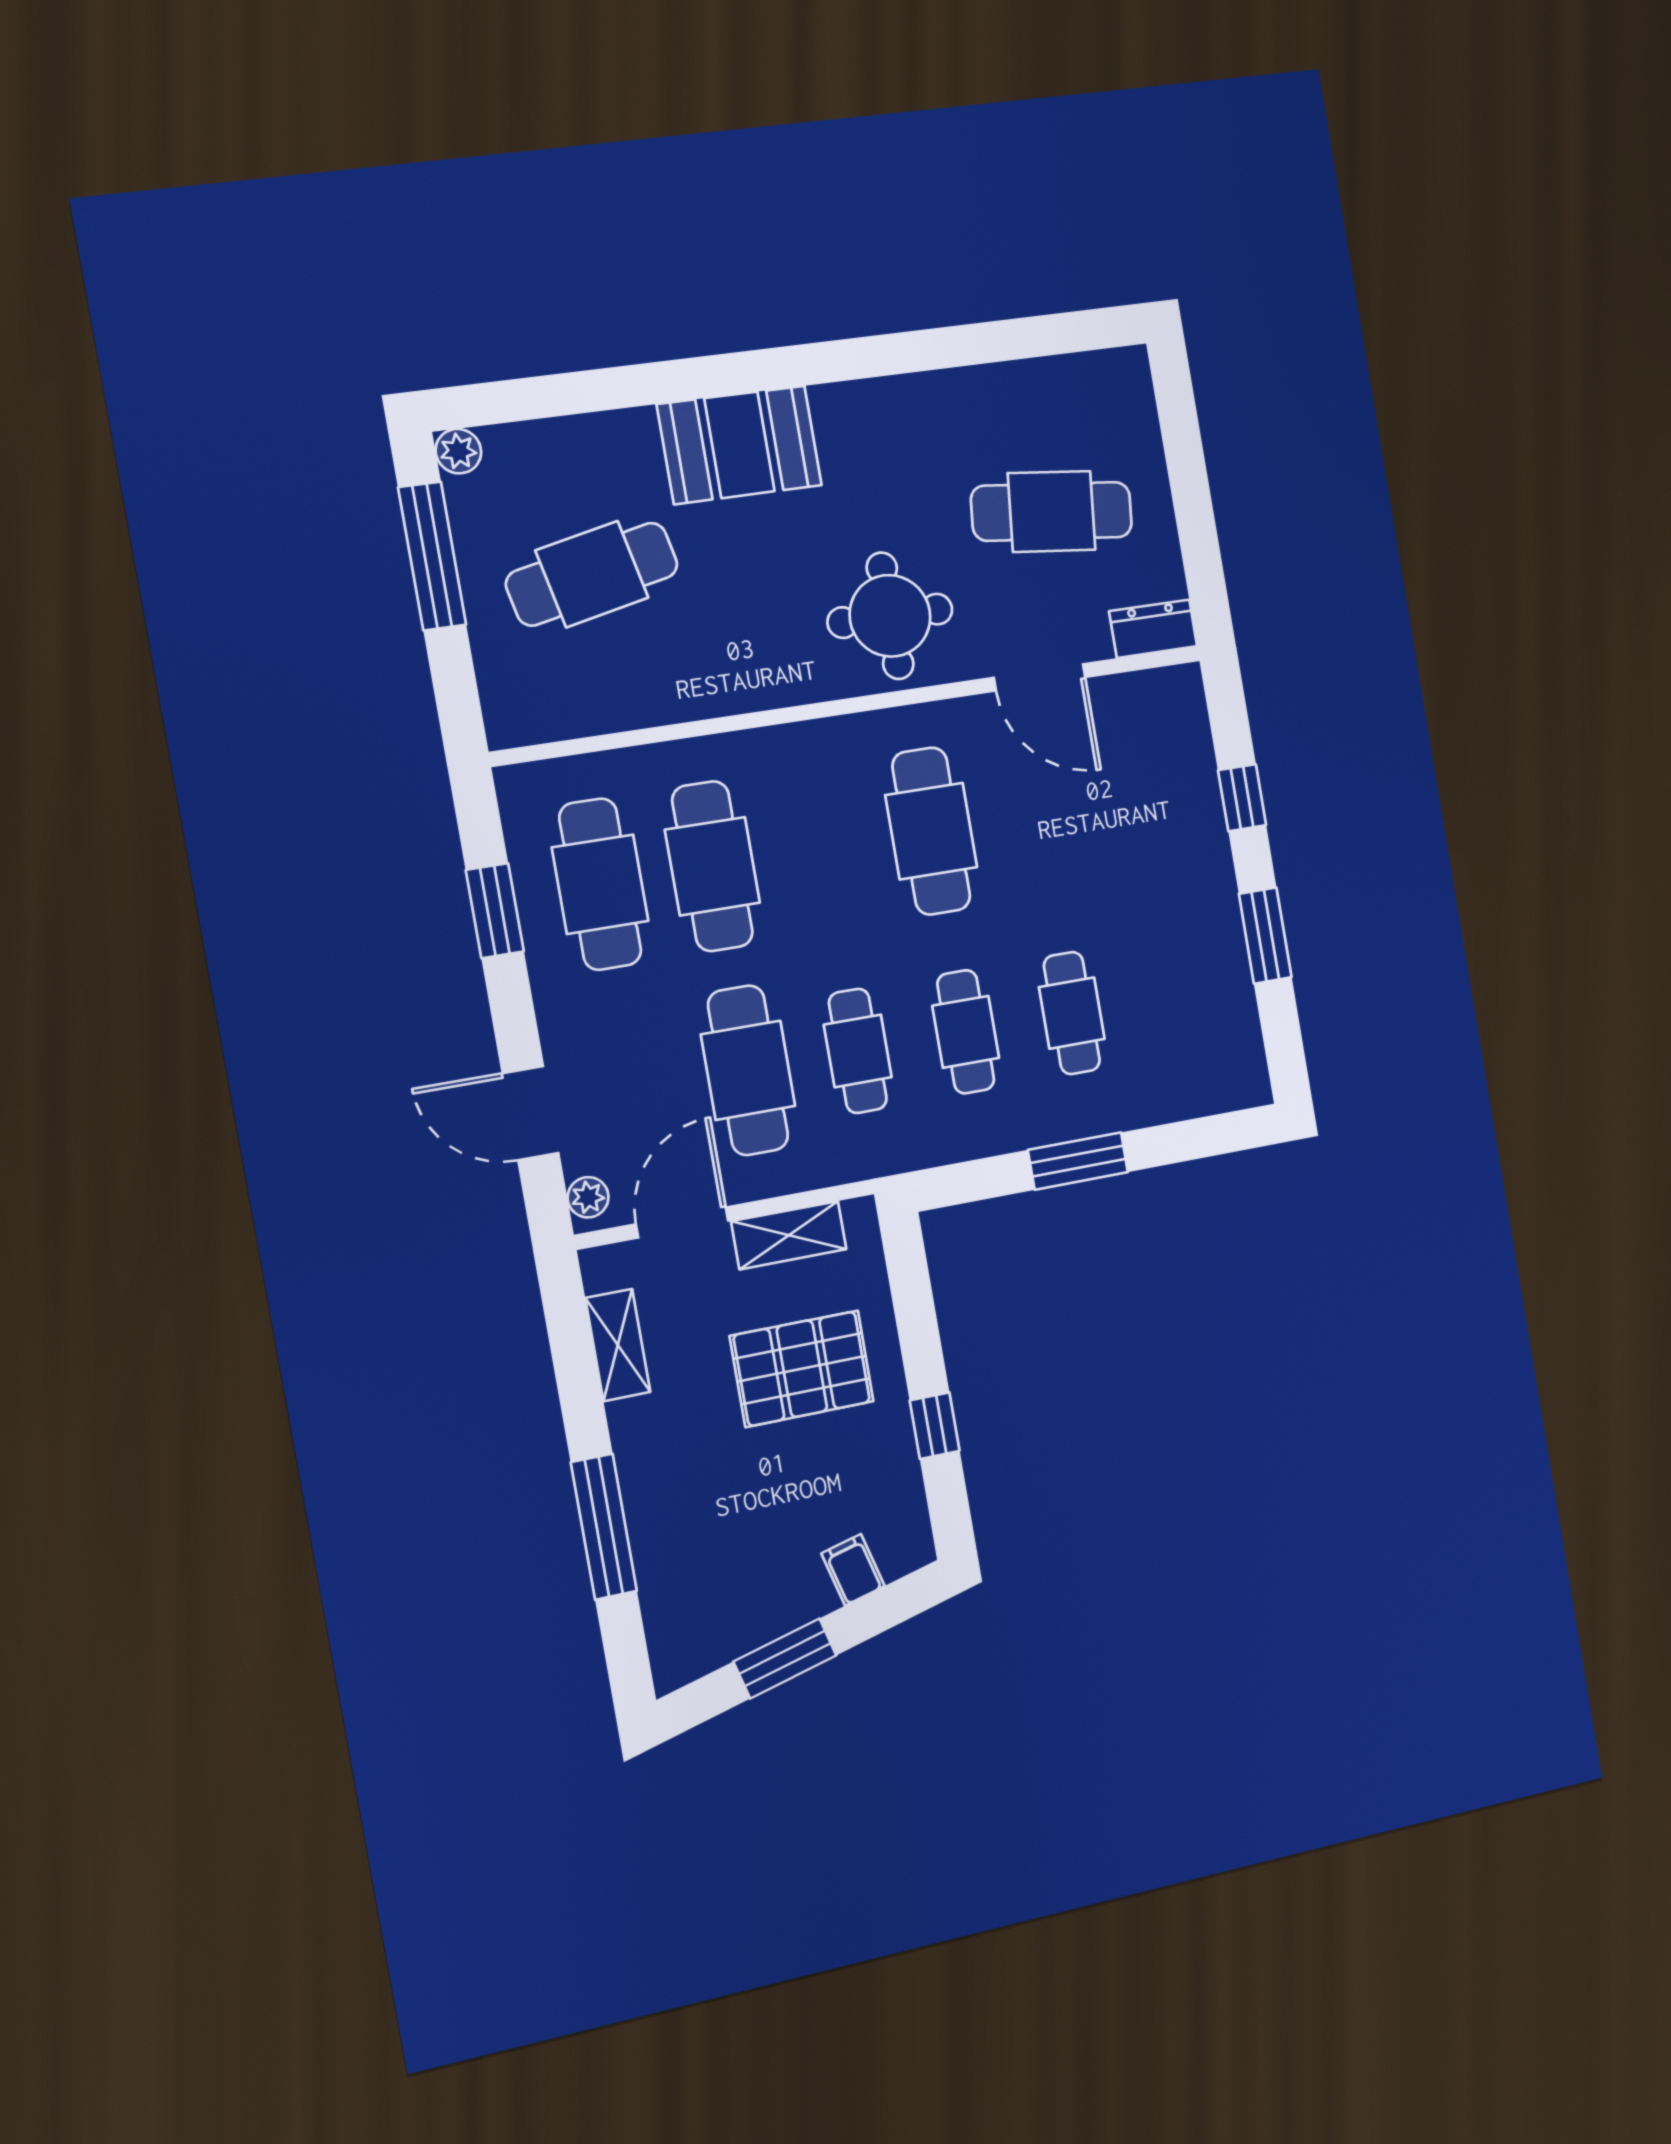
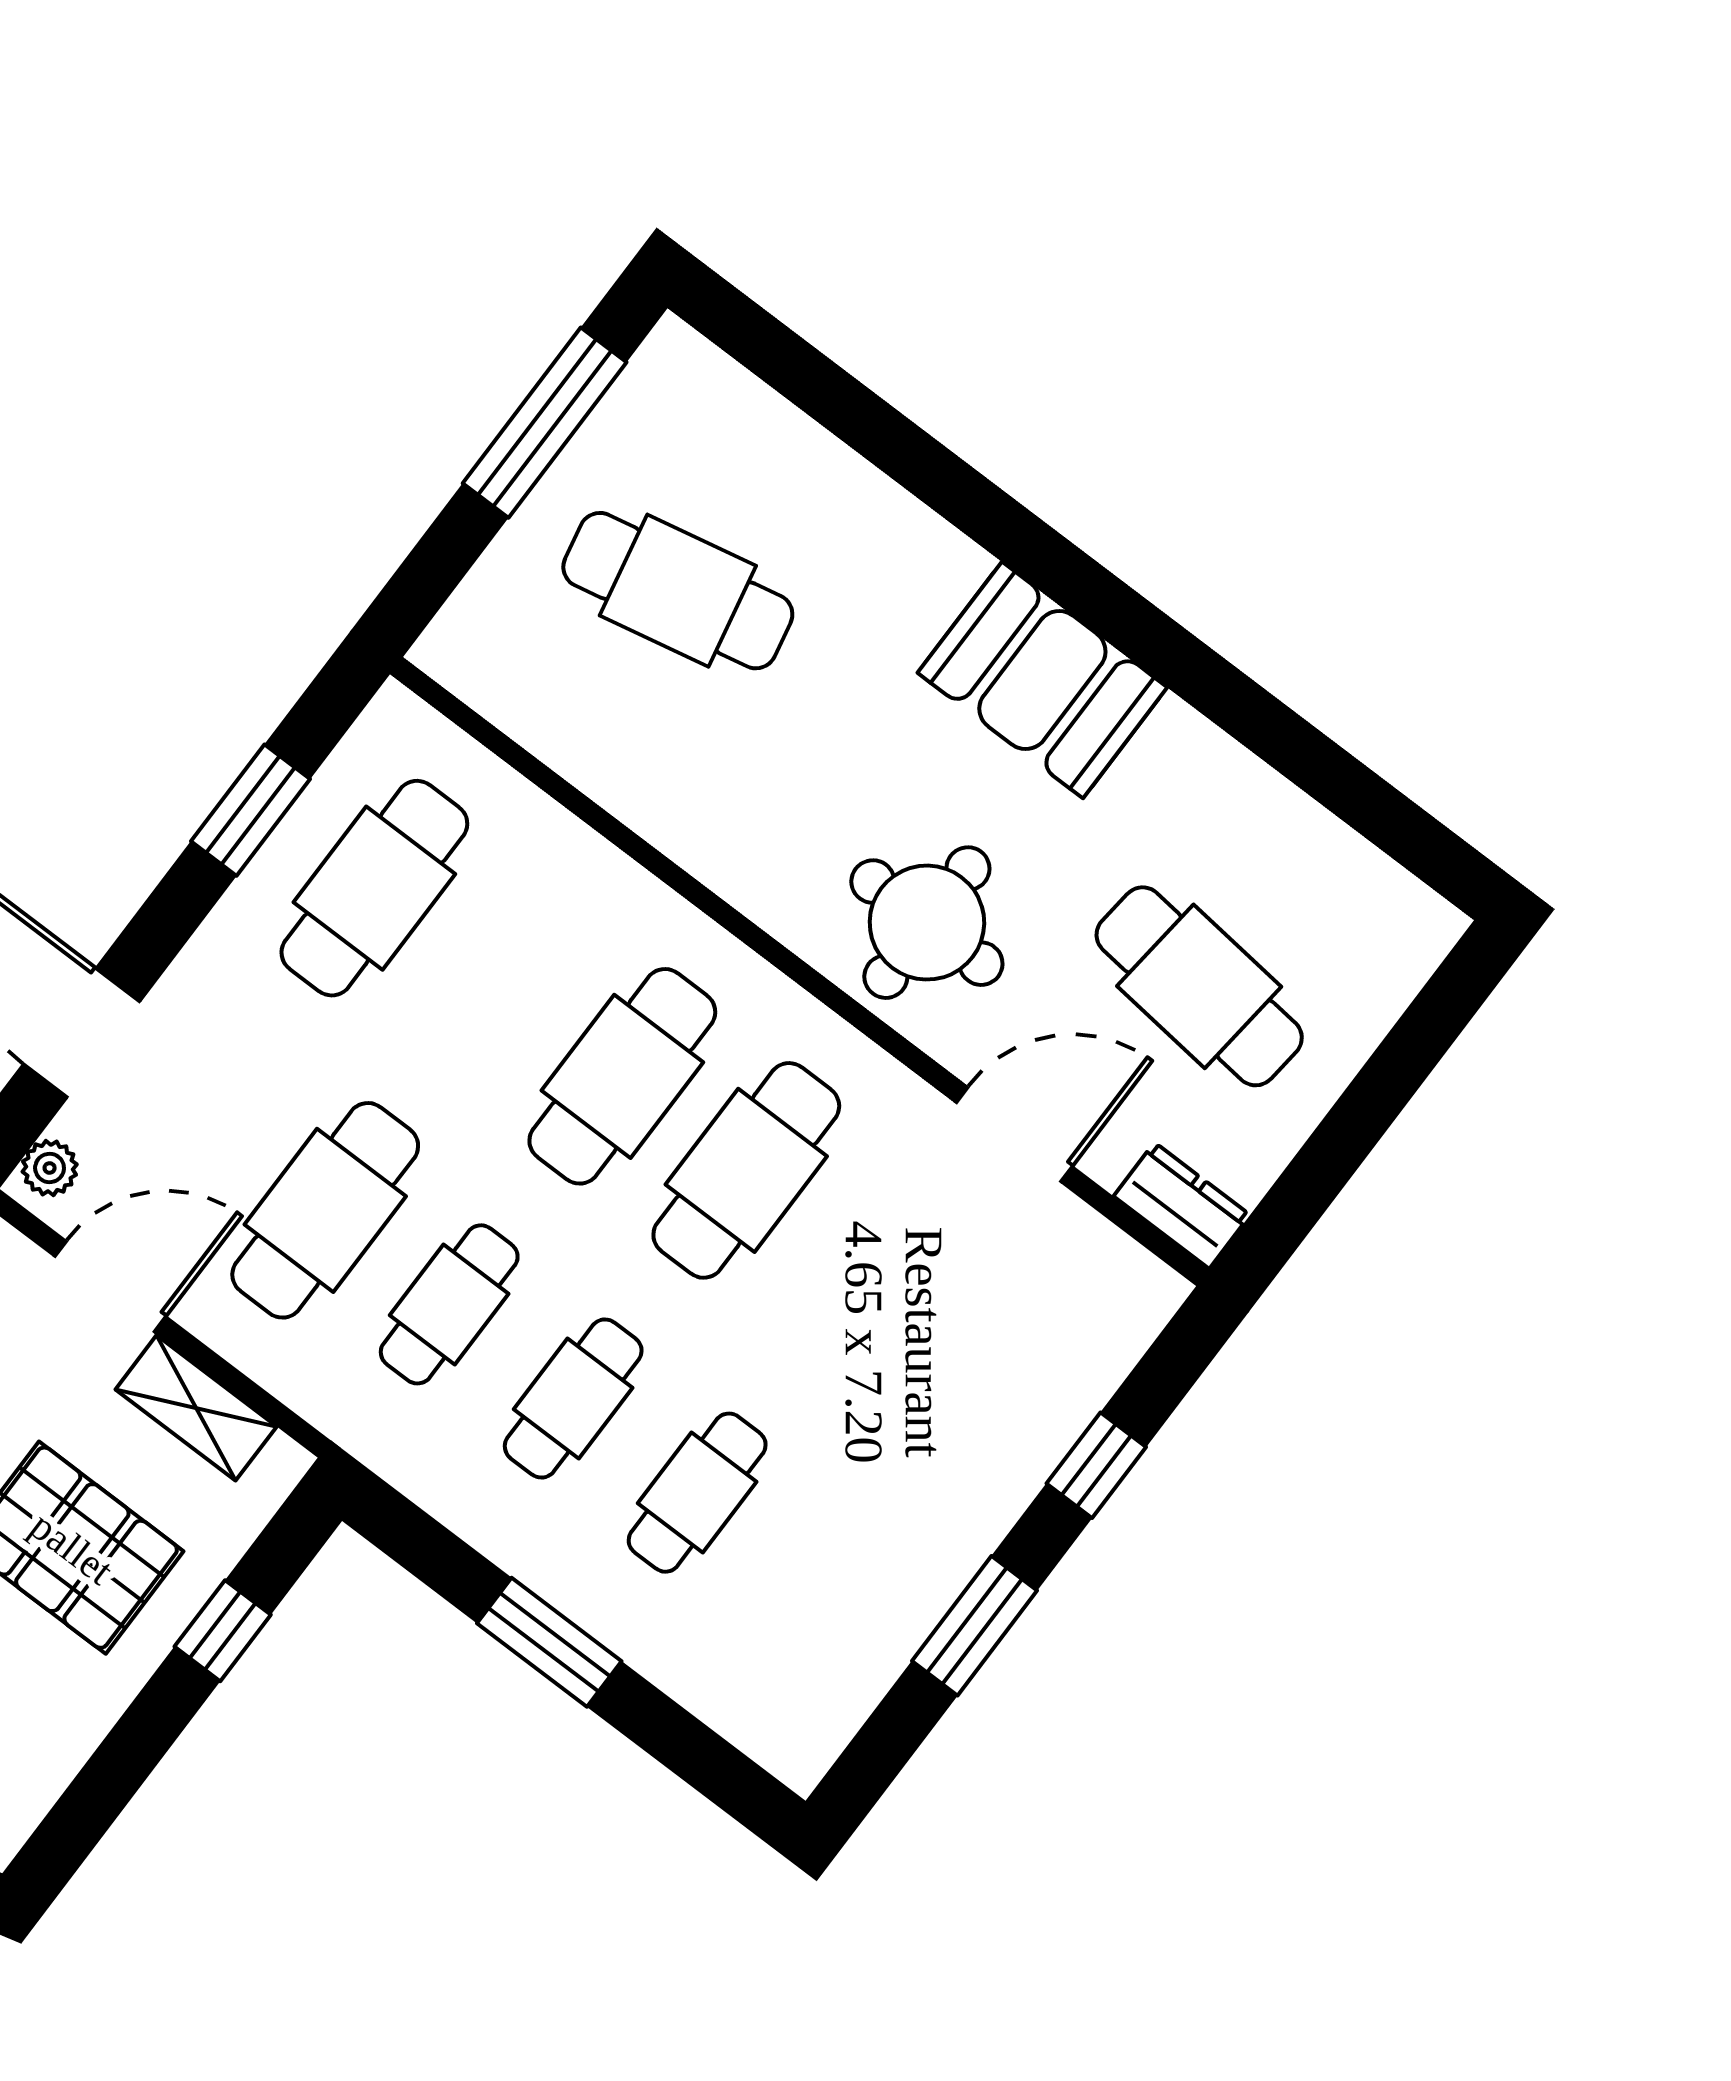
booth: (739, 445) -> (1042, 680), moved
plant: (458, 451) -> (673, 350), removed
door: (1040, 677) -> (1014, 1134), swing flipped
cafe table: (712, 866) -> (622, 1076), moved
window: (935, 1426) -> (223, 1631), moved

